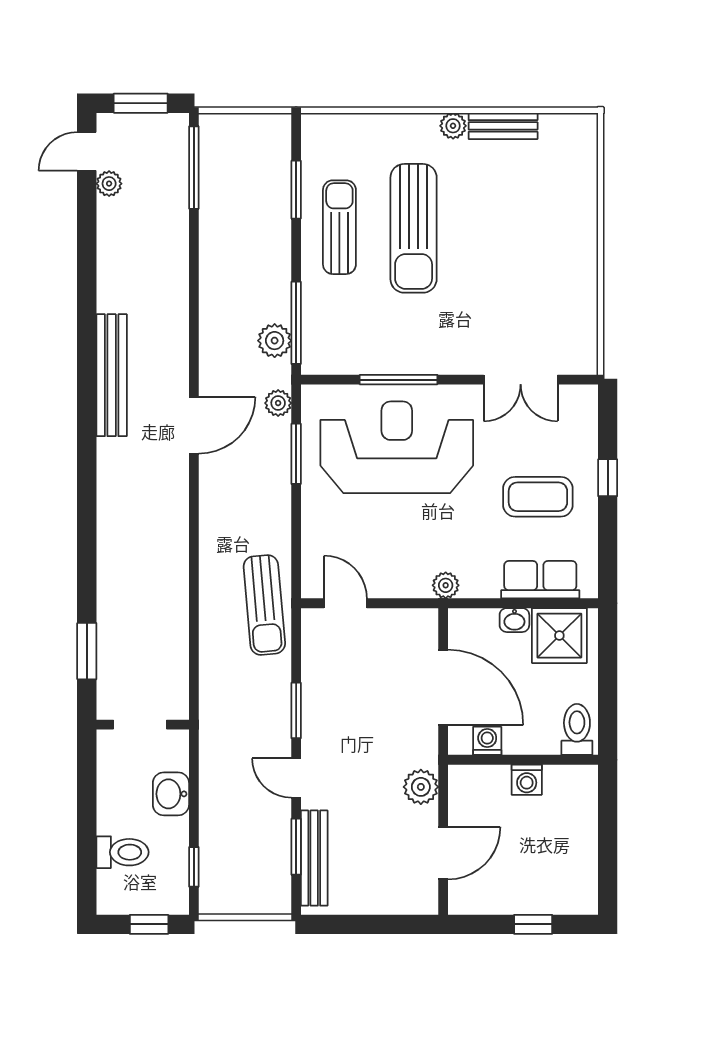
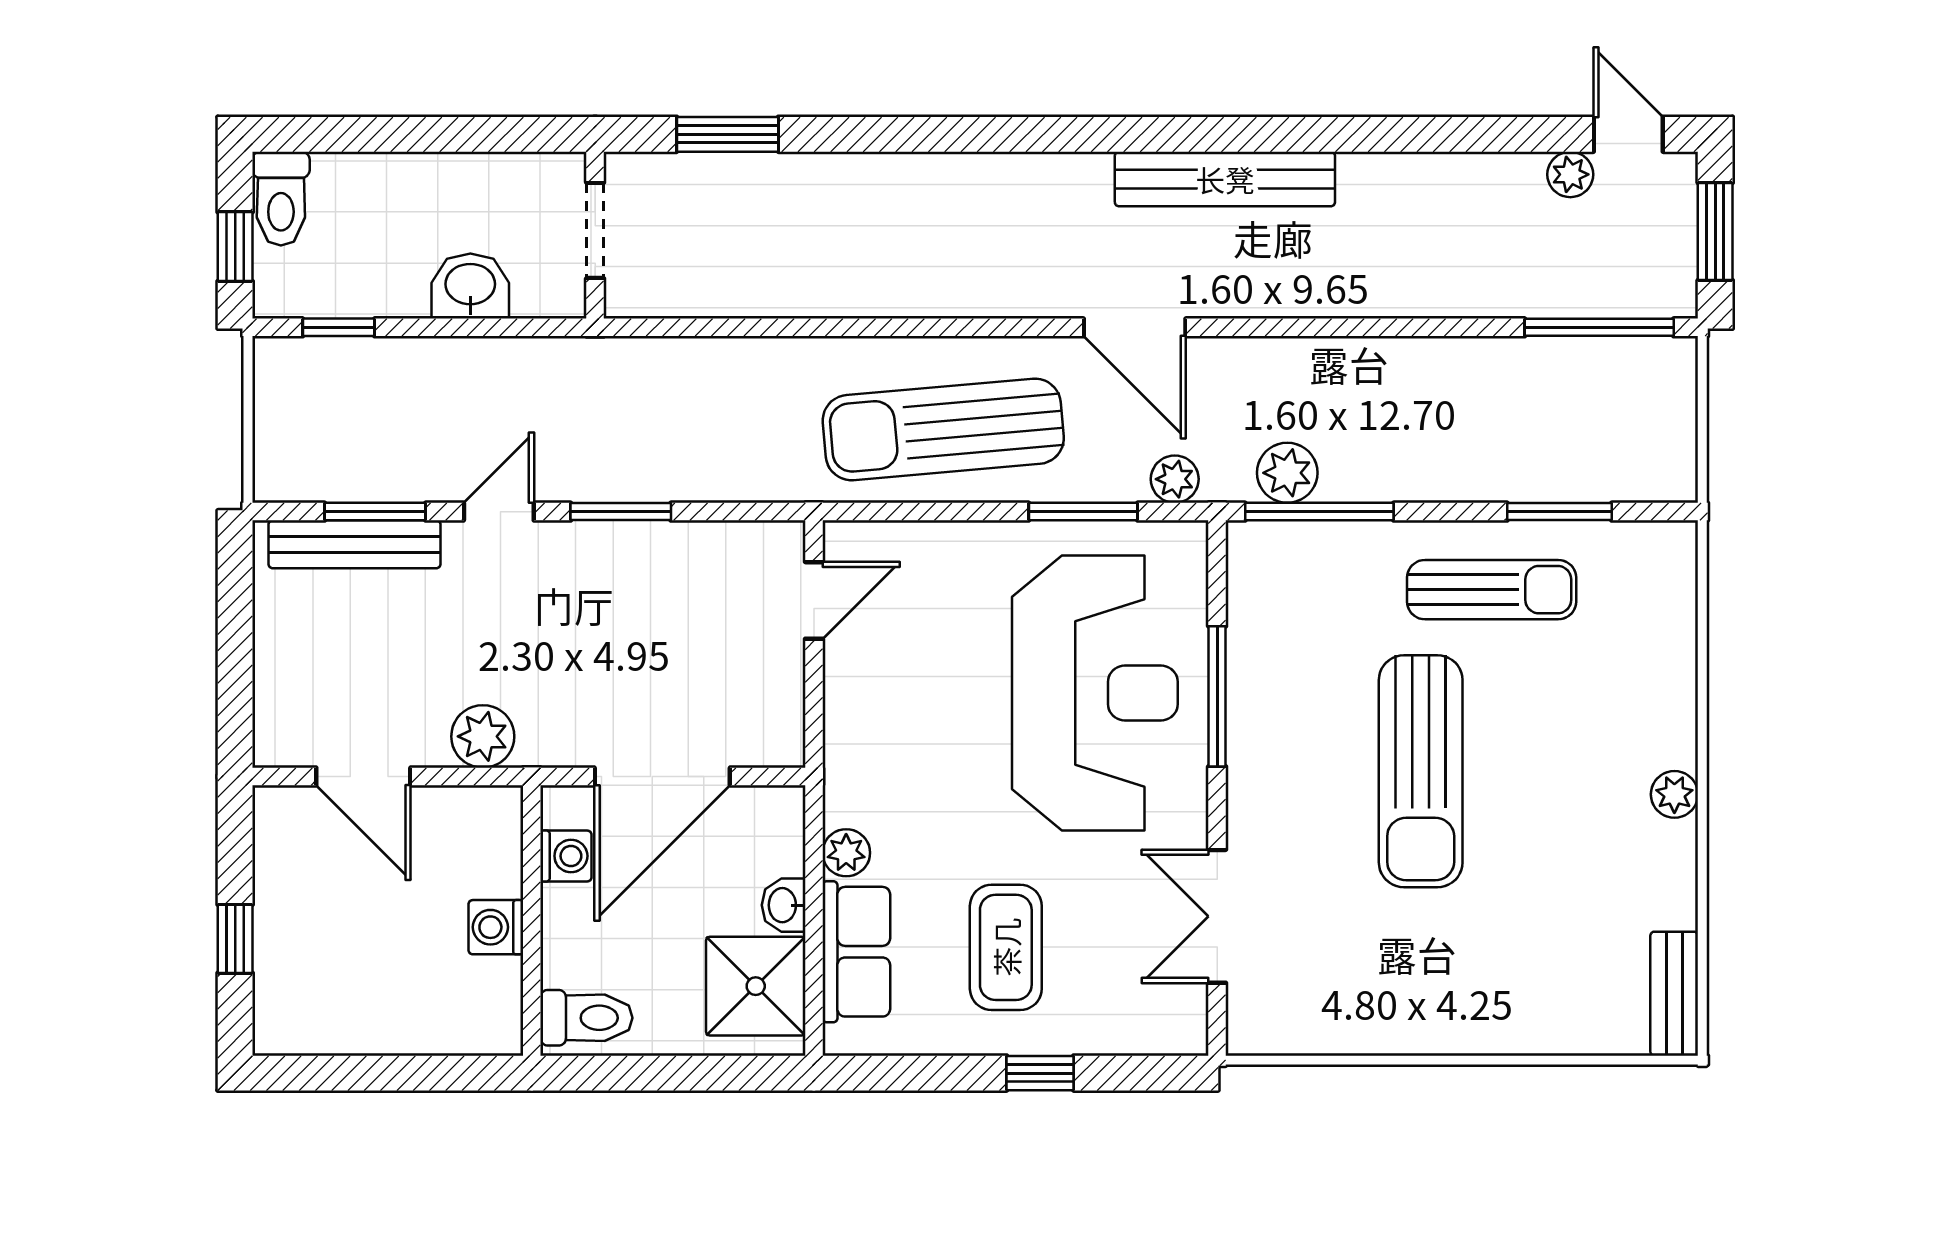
bench: (503, 126) -> (1674, 994), moved
sun lounger: (414, 228) -> (1421, 771), moved, turned -90
plant: (446, 585) -> (846, 853), moved
sun lounger: (264, 605) -> (943, 429), moved, width x1.36, depth x1.34
toilet: (122, 852) -> (281, 199), moved

